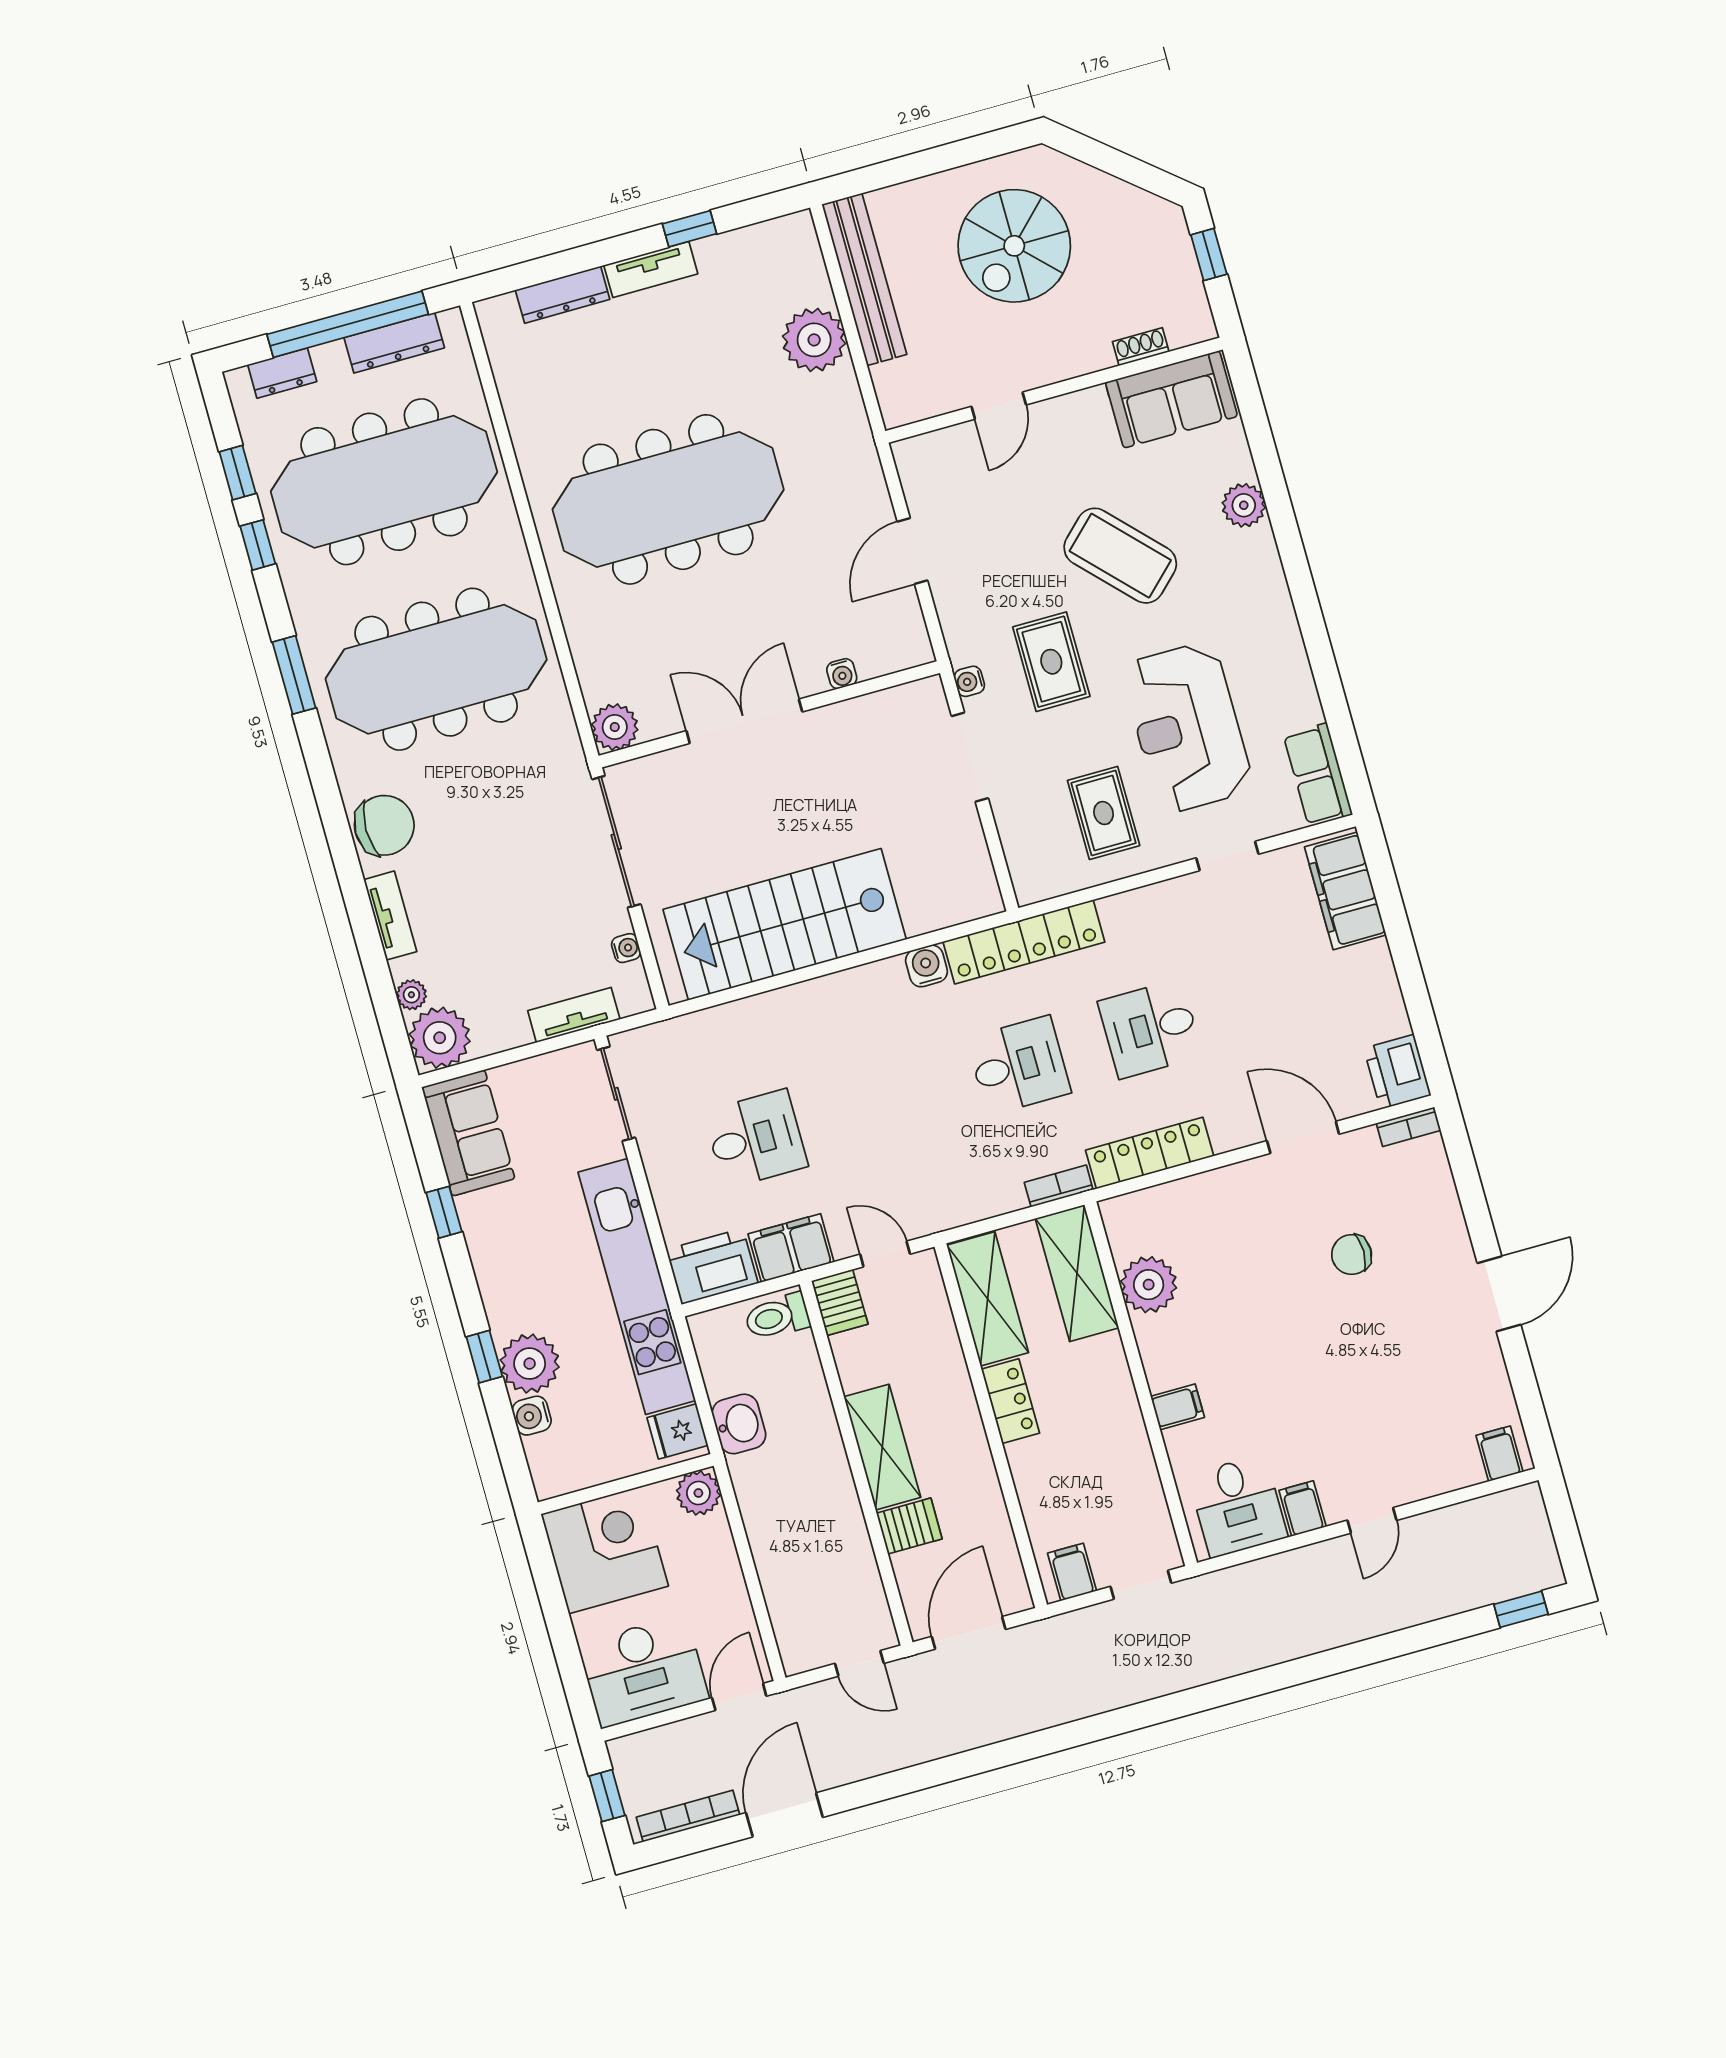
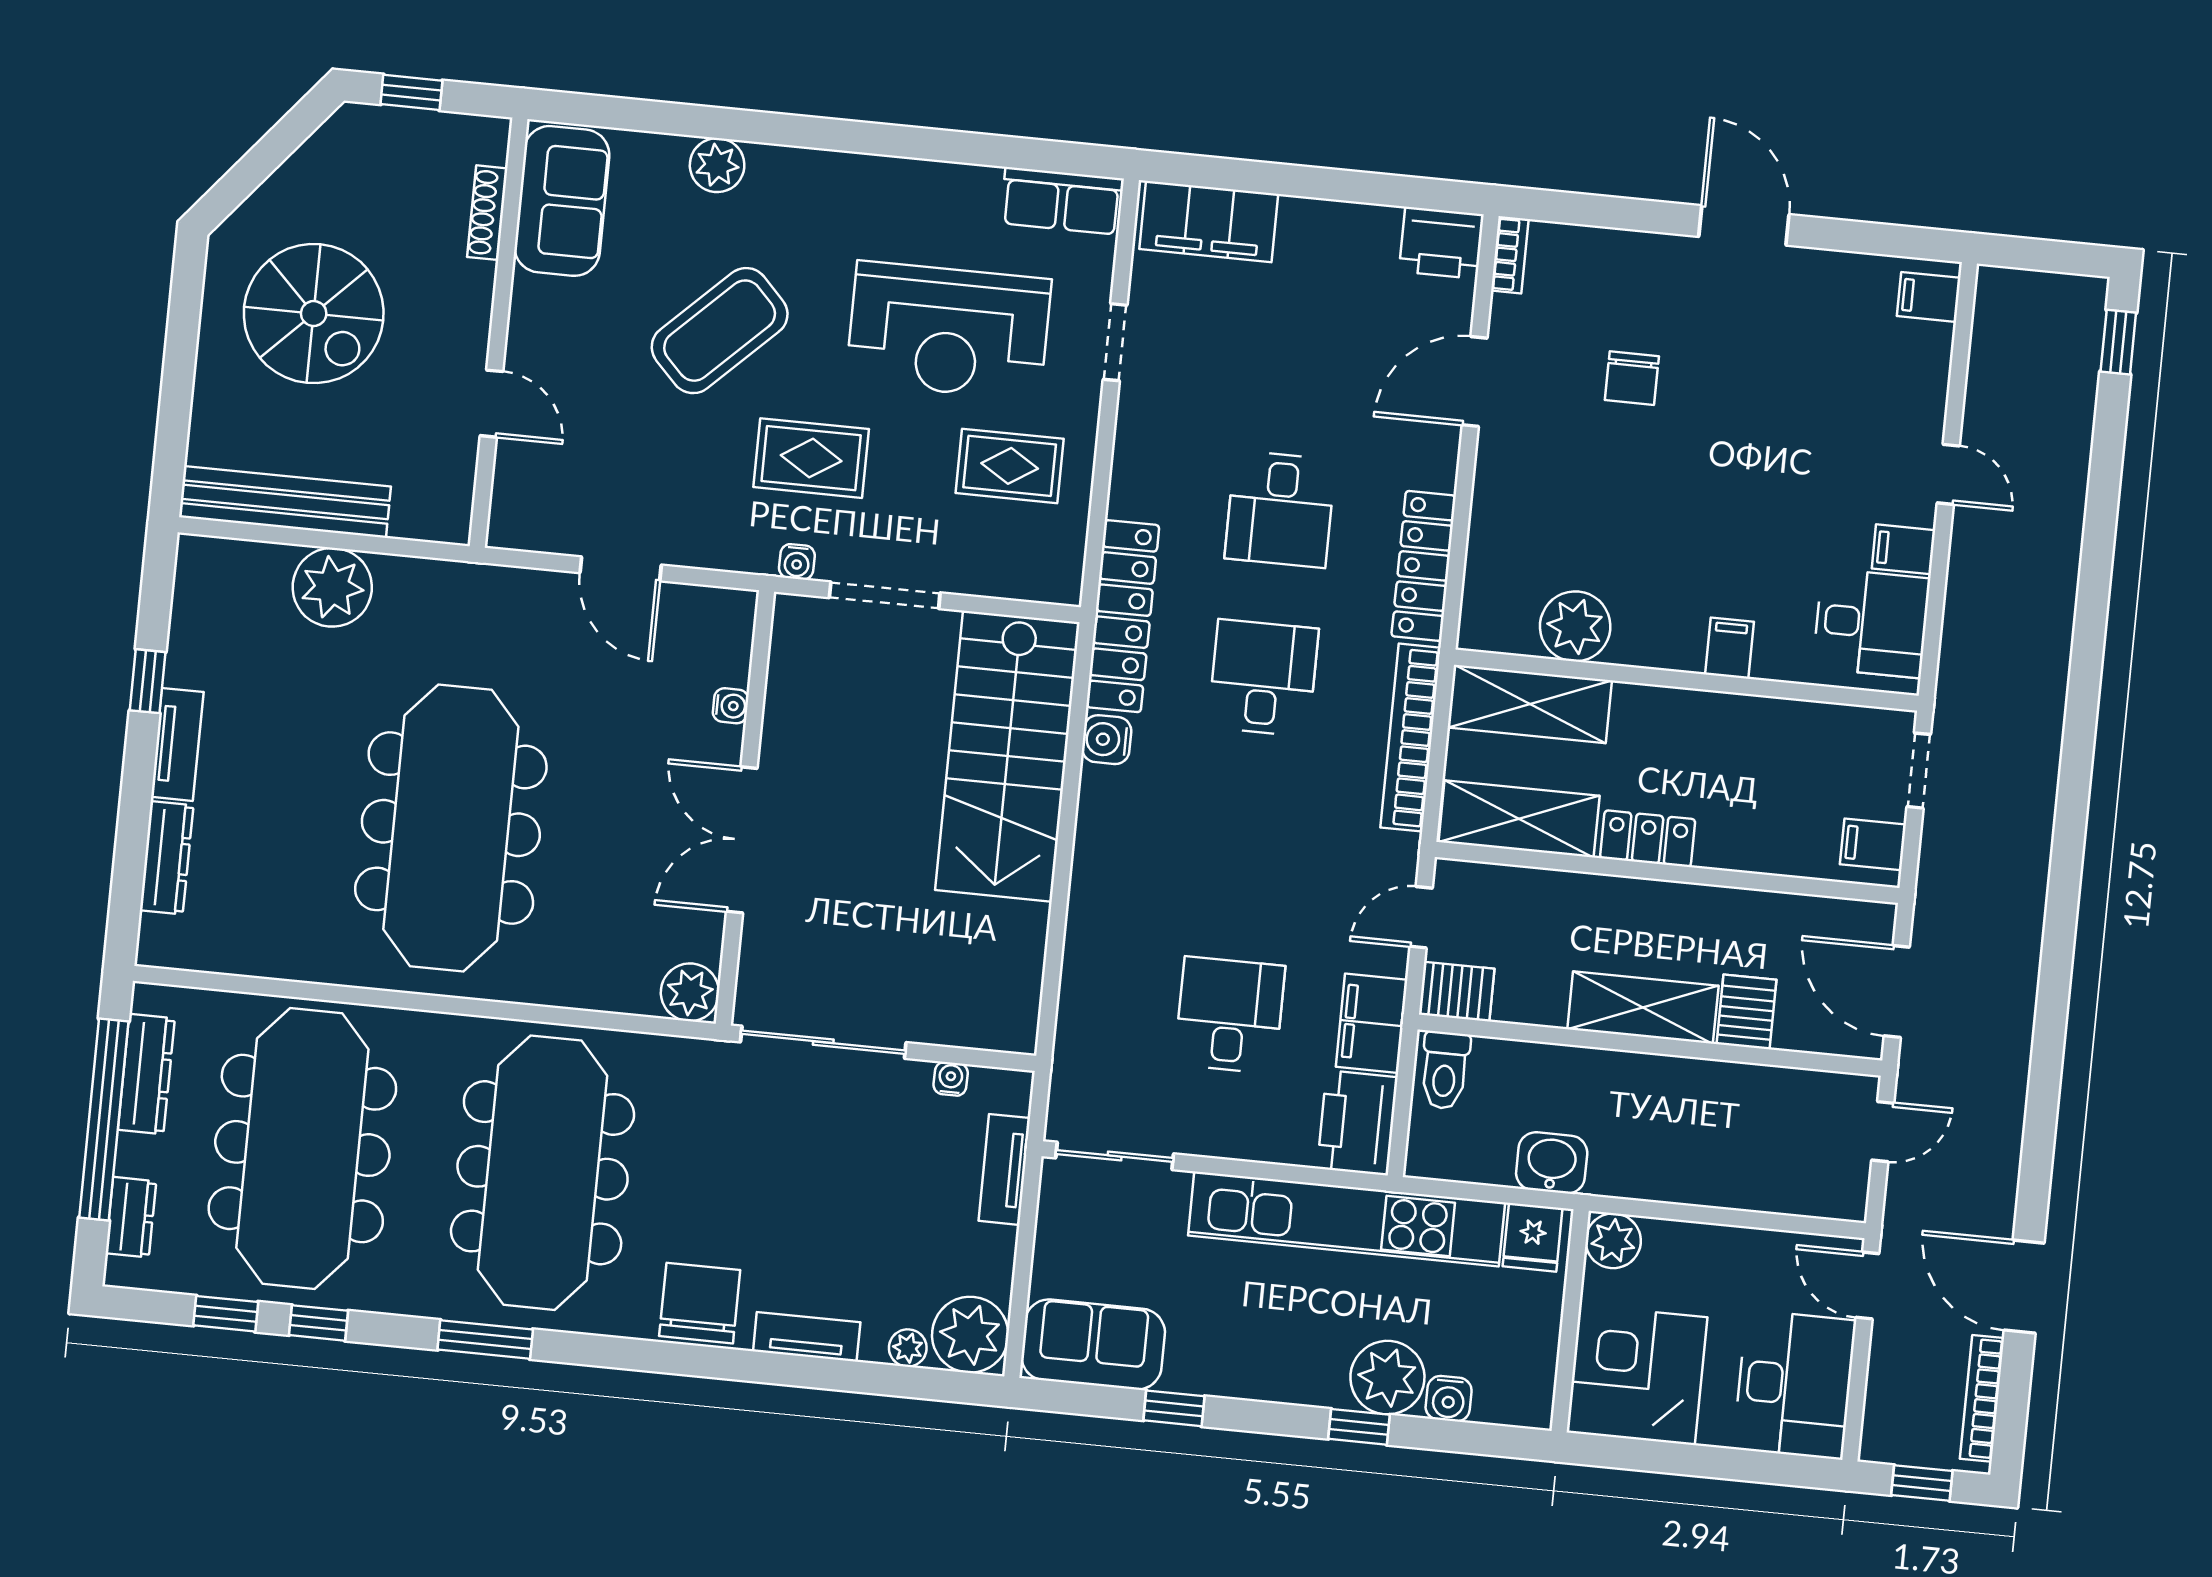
shoe rack: (1141, 347) -> (487, 213), width x1.43
stairs: (785, 924) -> (1007, 756), moved
bookcase: (1059, 1186) -> (1410, 738), width x2.31, depth x1.31

